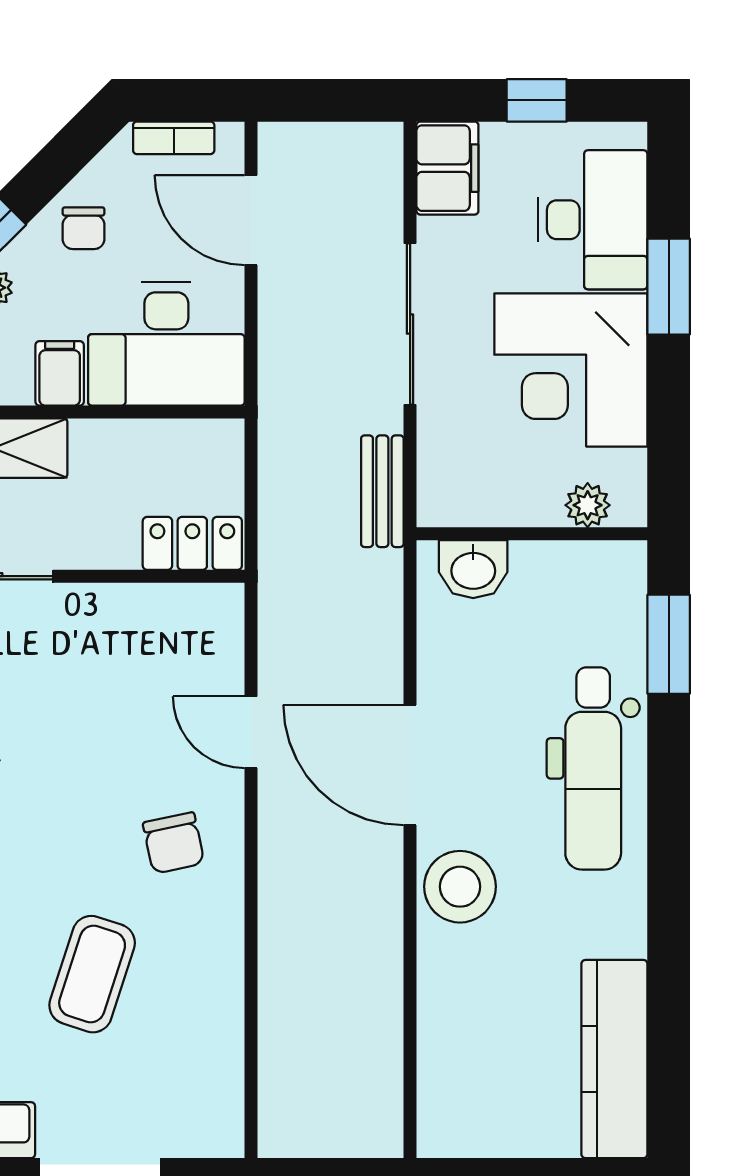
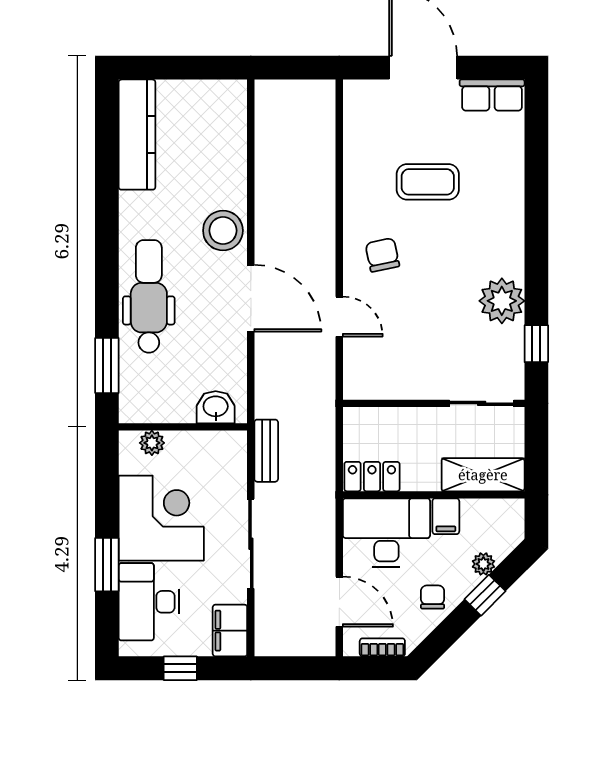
locker: (192, 543) -> (372, 477), moved, turned 180
coffee table: (92, 974) -> (428, 182), turned 72

